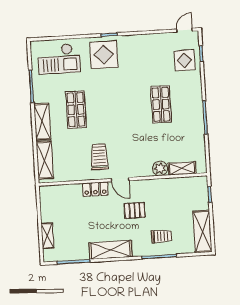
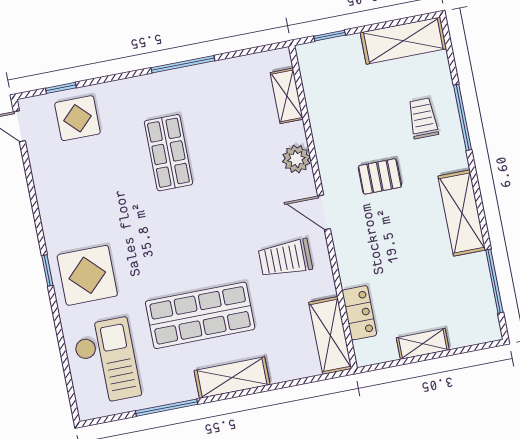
shop shelf: (161, 104) -> (168, 153), turned 90
shop shelf: (76, 110) -> (200, 315), width x1.43, depth x1.36
shelving: (45, 160) -> (330, 335), moved, turned 90
plant: (160, 168) -> (296, 159), moved
door: (120, 180) -> (324, 212), swing flipped
locker: (95, 189) -> (359, 313), moved
pallet: (135, 210) -> (380, 176), turned 90
shelving: (47, 236) -> (423, 344), moved

